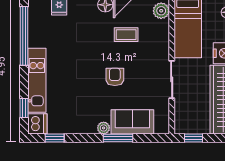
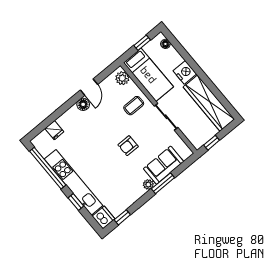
coffee table: (126, 35) -> (134, 106), moved
armchair: (115, 77) -> (128, 146), turned -90
kitchen unit: (37, 80) -> (74, 182), width x1.36
window: (24, 108) -> (76, 202), moved

